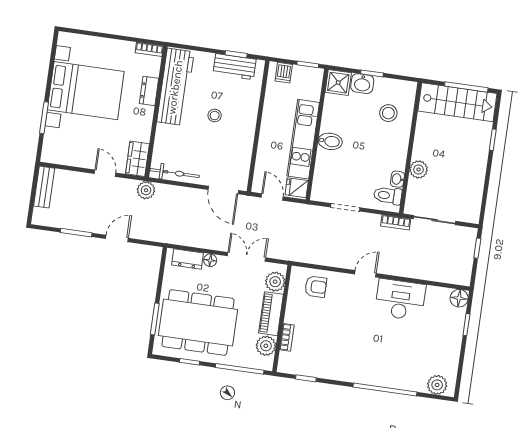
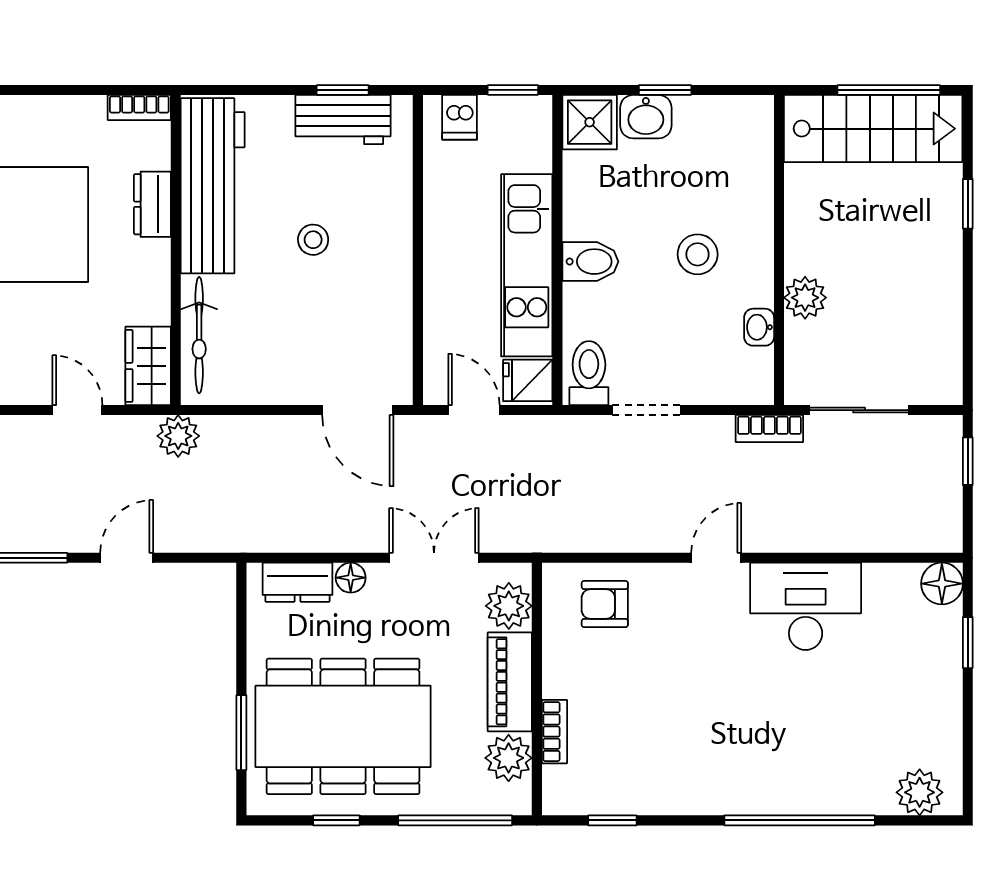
stool: (388, 113) -> (698, 254), moved
bicycle: (175, 173) -> (199, 335), moved, turned 90
toilet: (388, 196) -> (589, 373), moved, turned 90
armchair: (316, 287) -> (605, 604), turned 180

